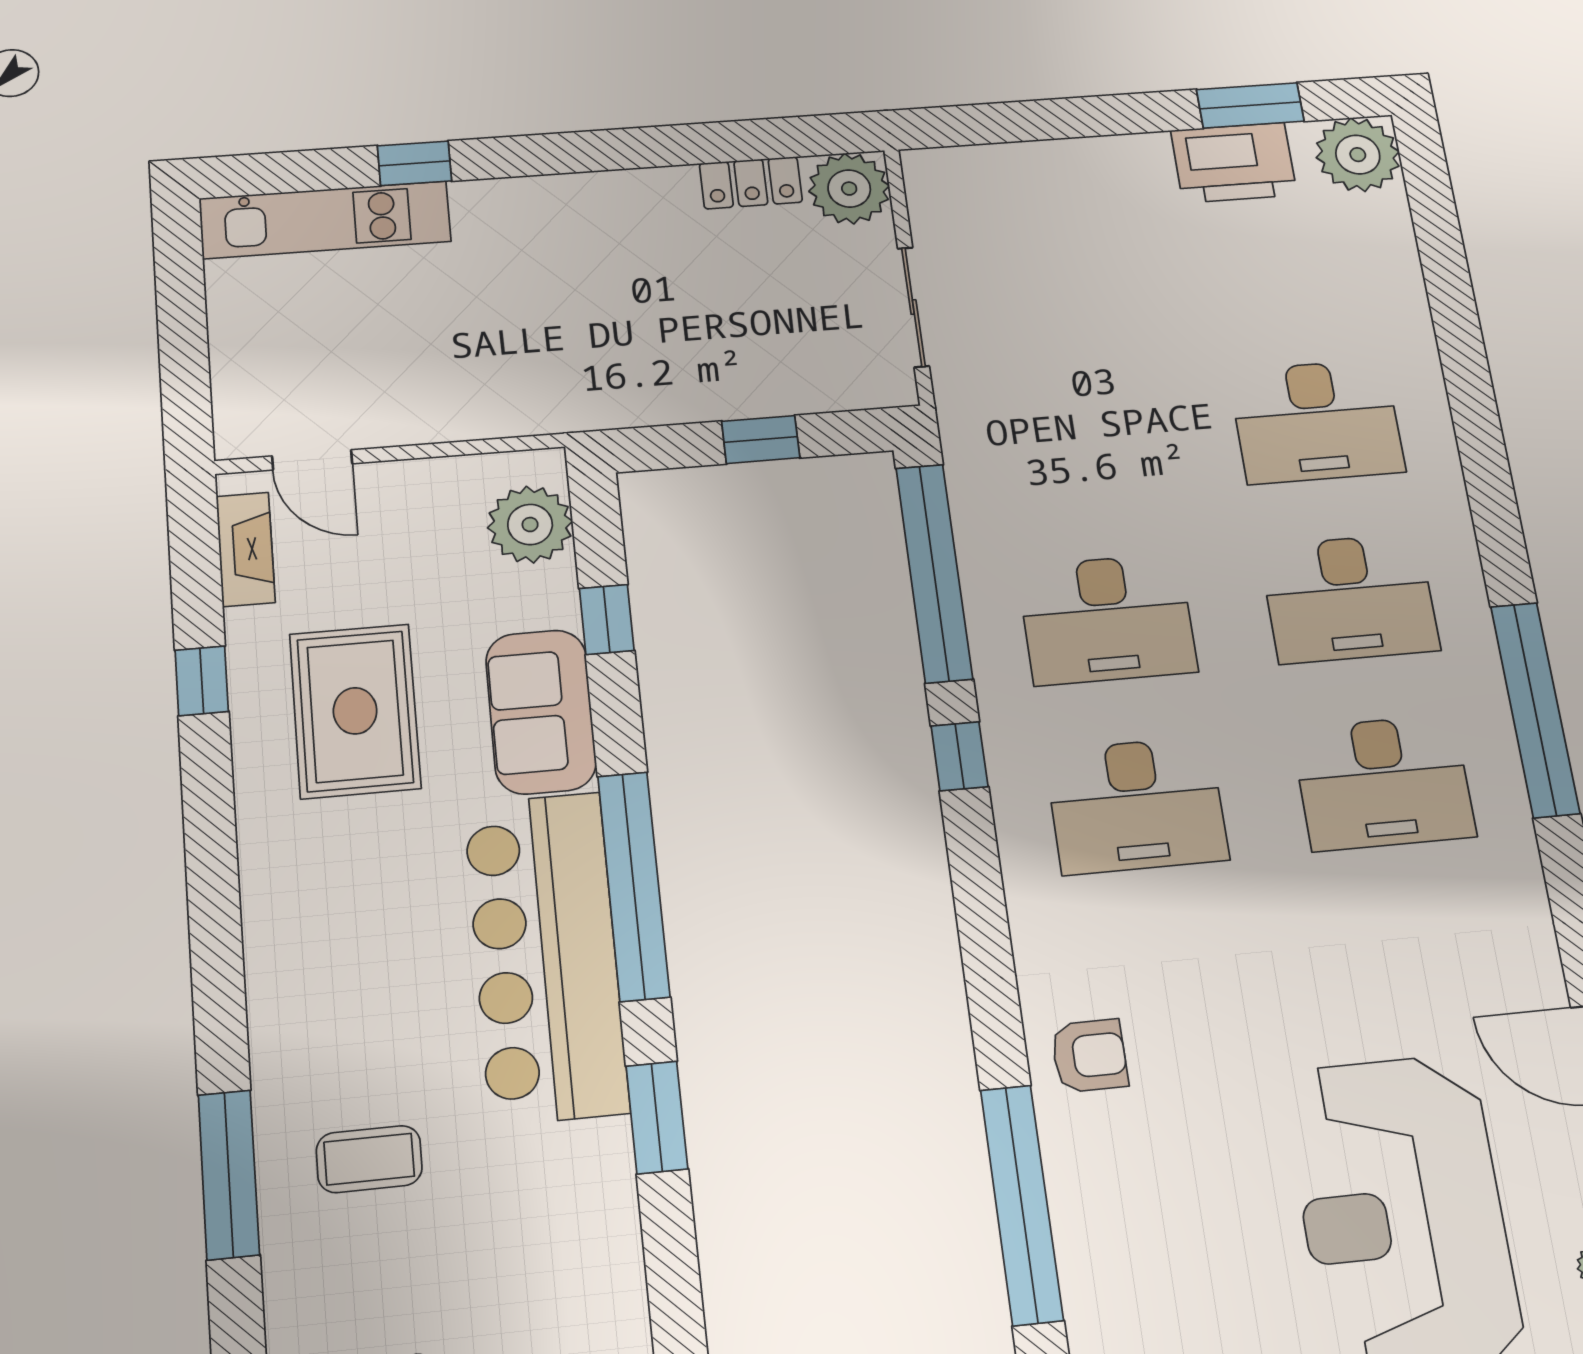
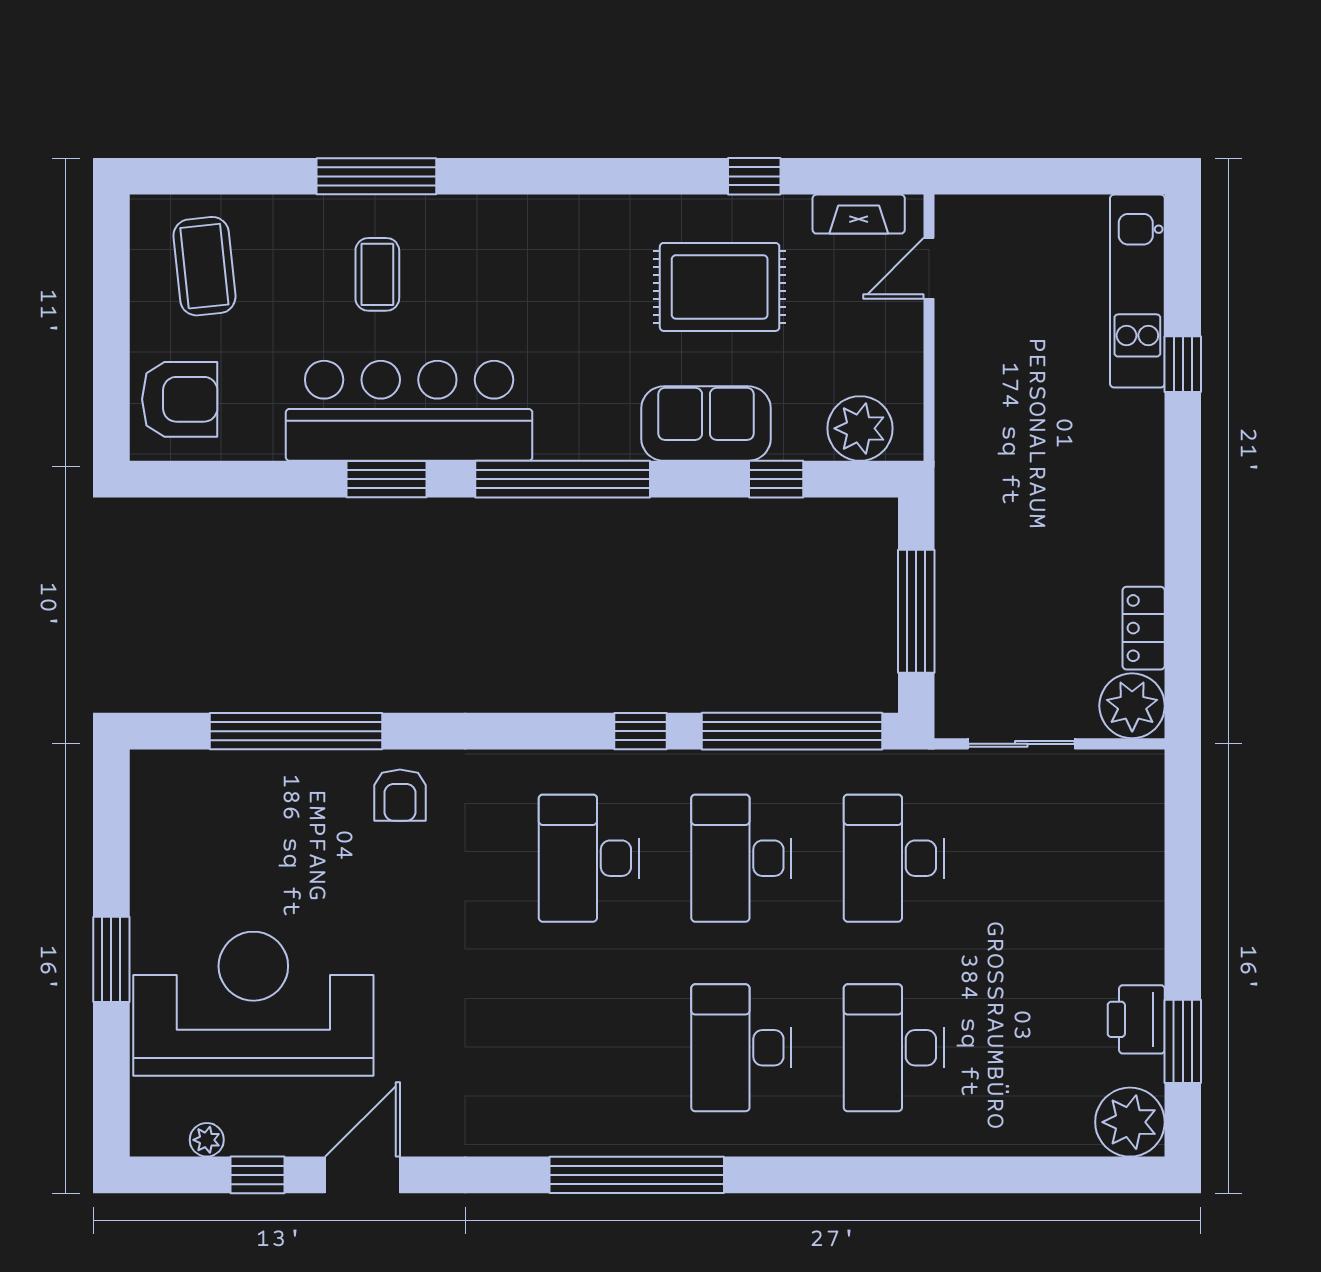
printer: (1234, 163) -> (1136, 1019), width x0.73, depth x0.84
window: (761, 439) -> (916, 611), width x2.17
desk: (1383, 782) -> (894, 858), moved
bar counter: (546, 957) -> (409, 411), moved

